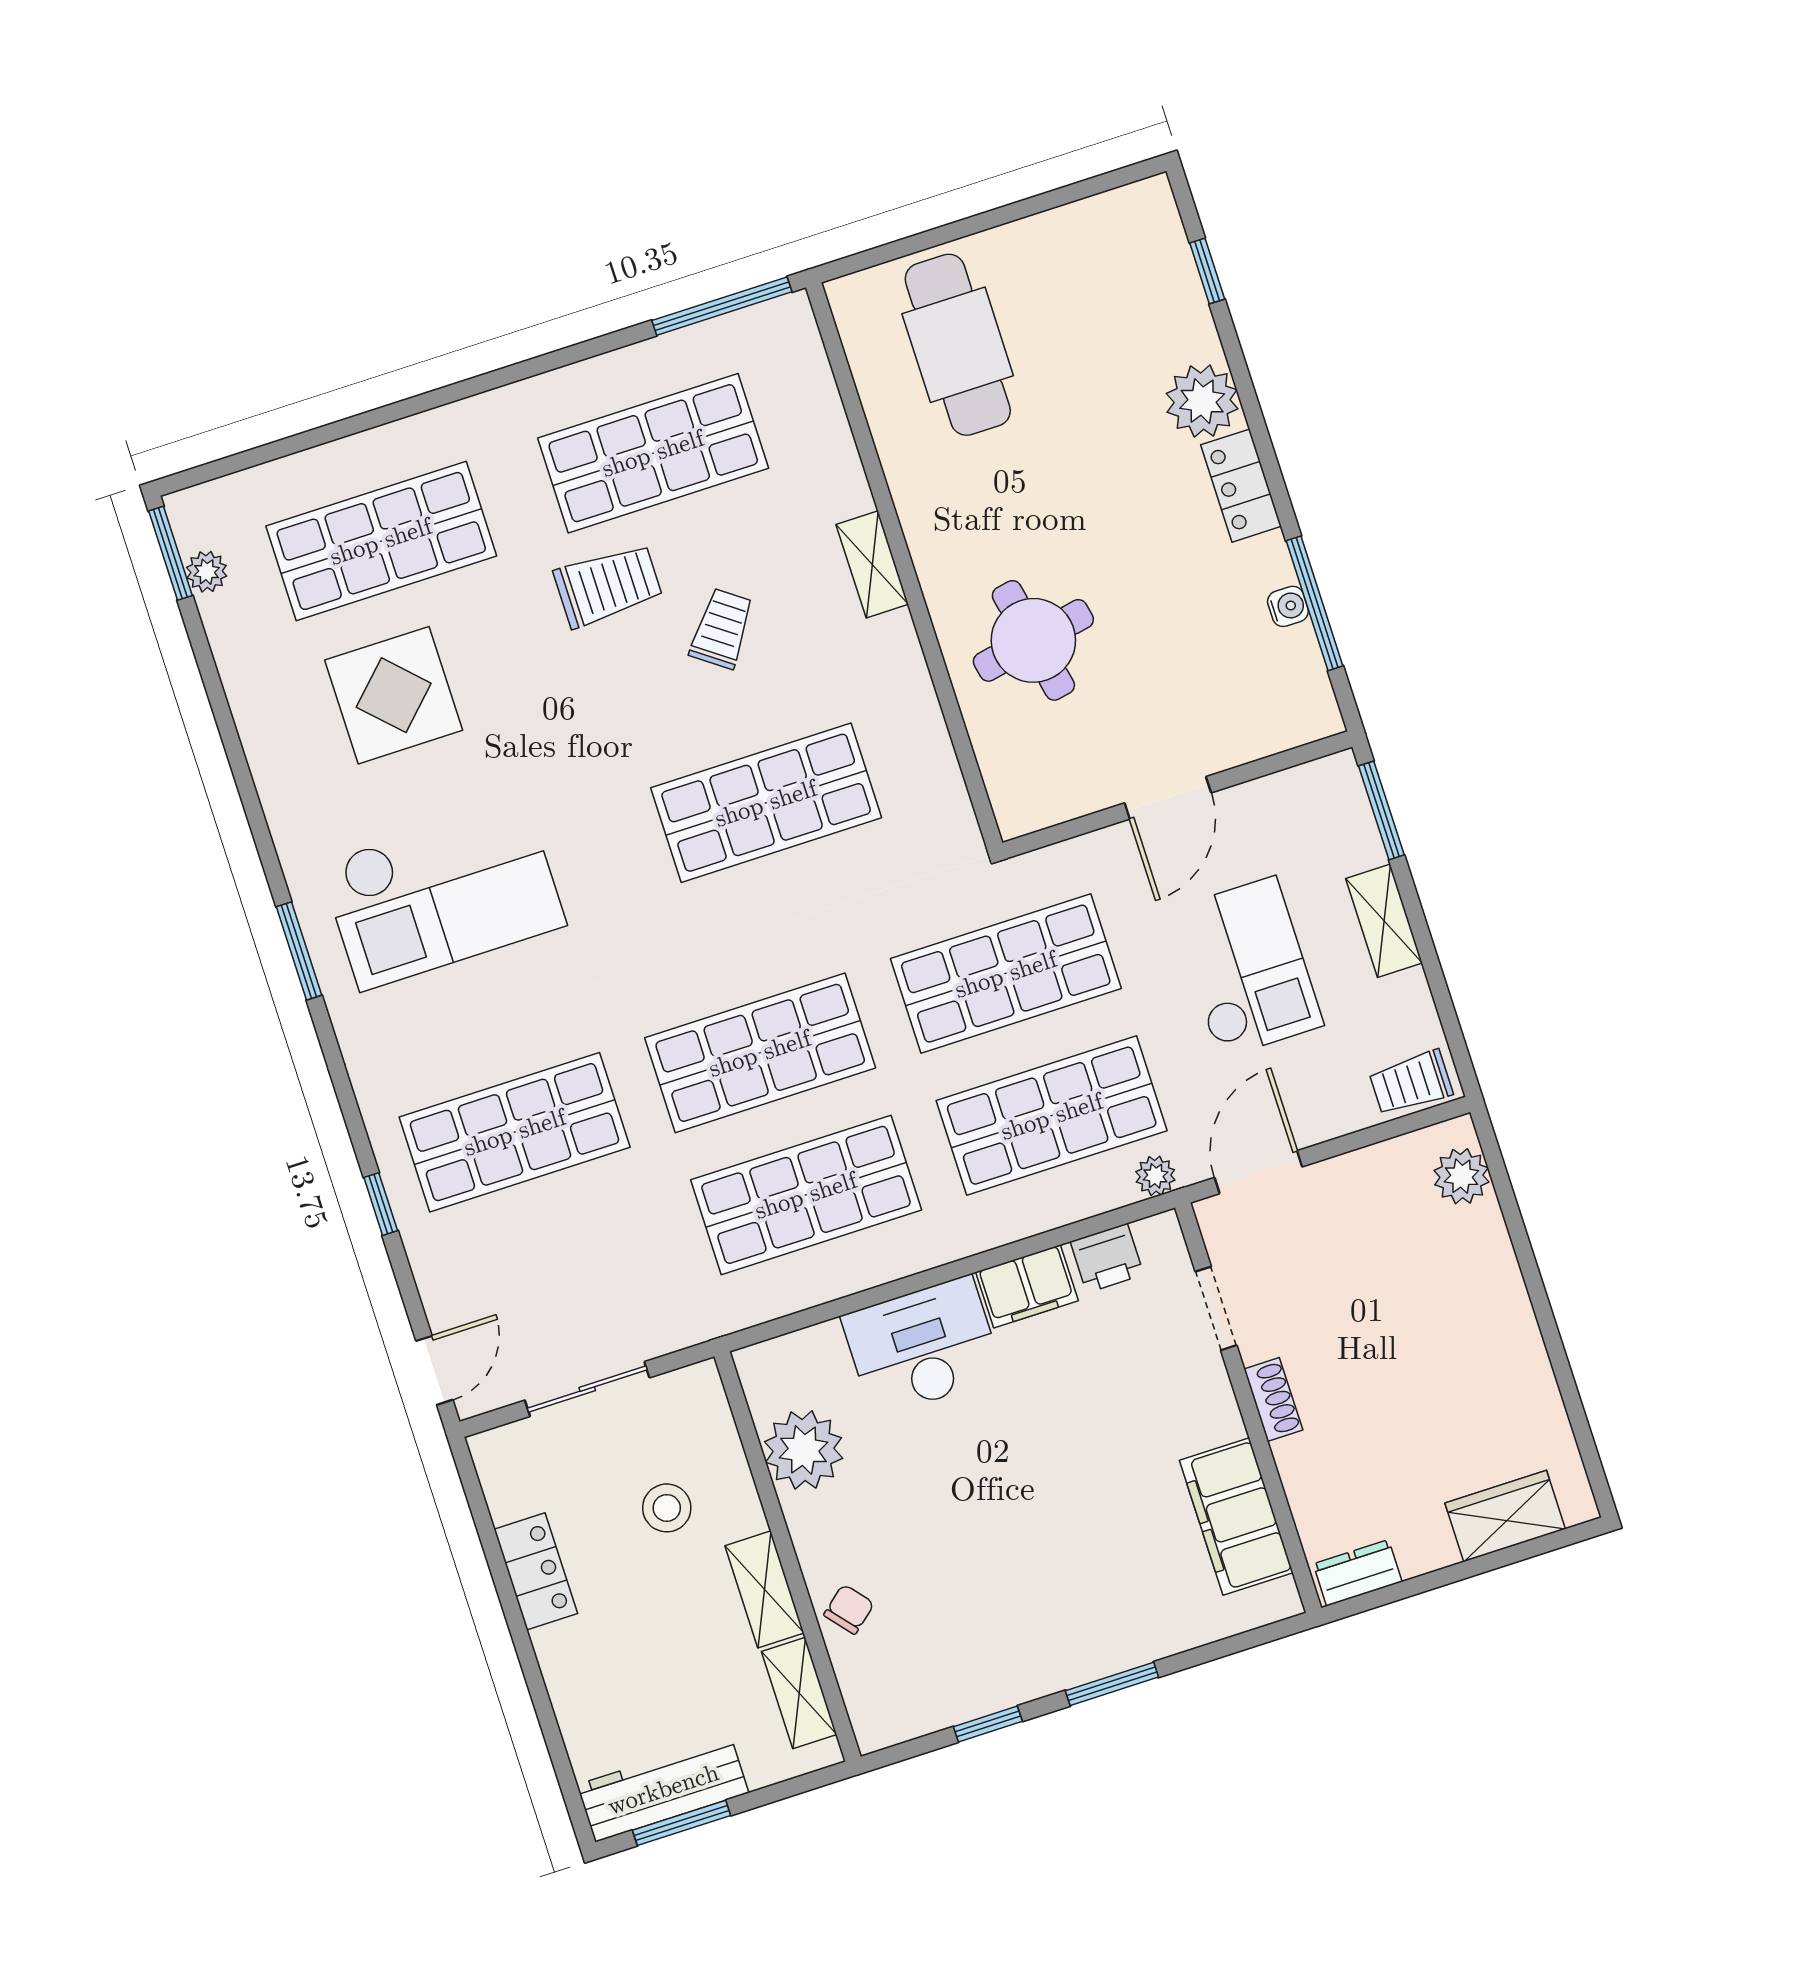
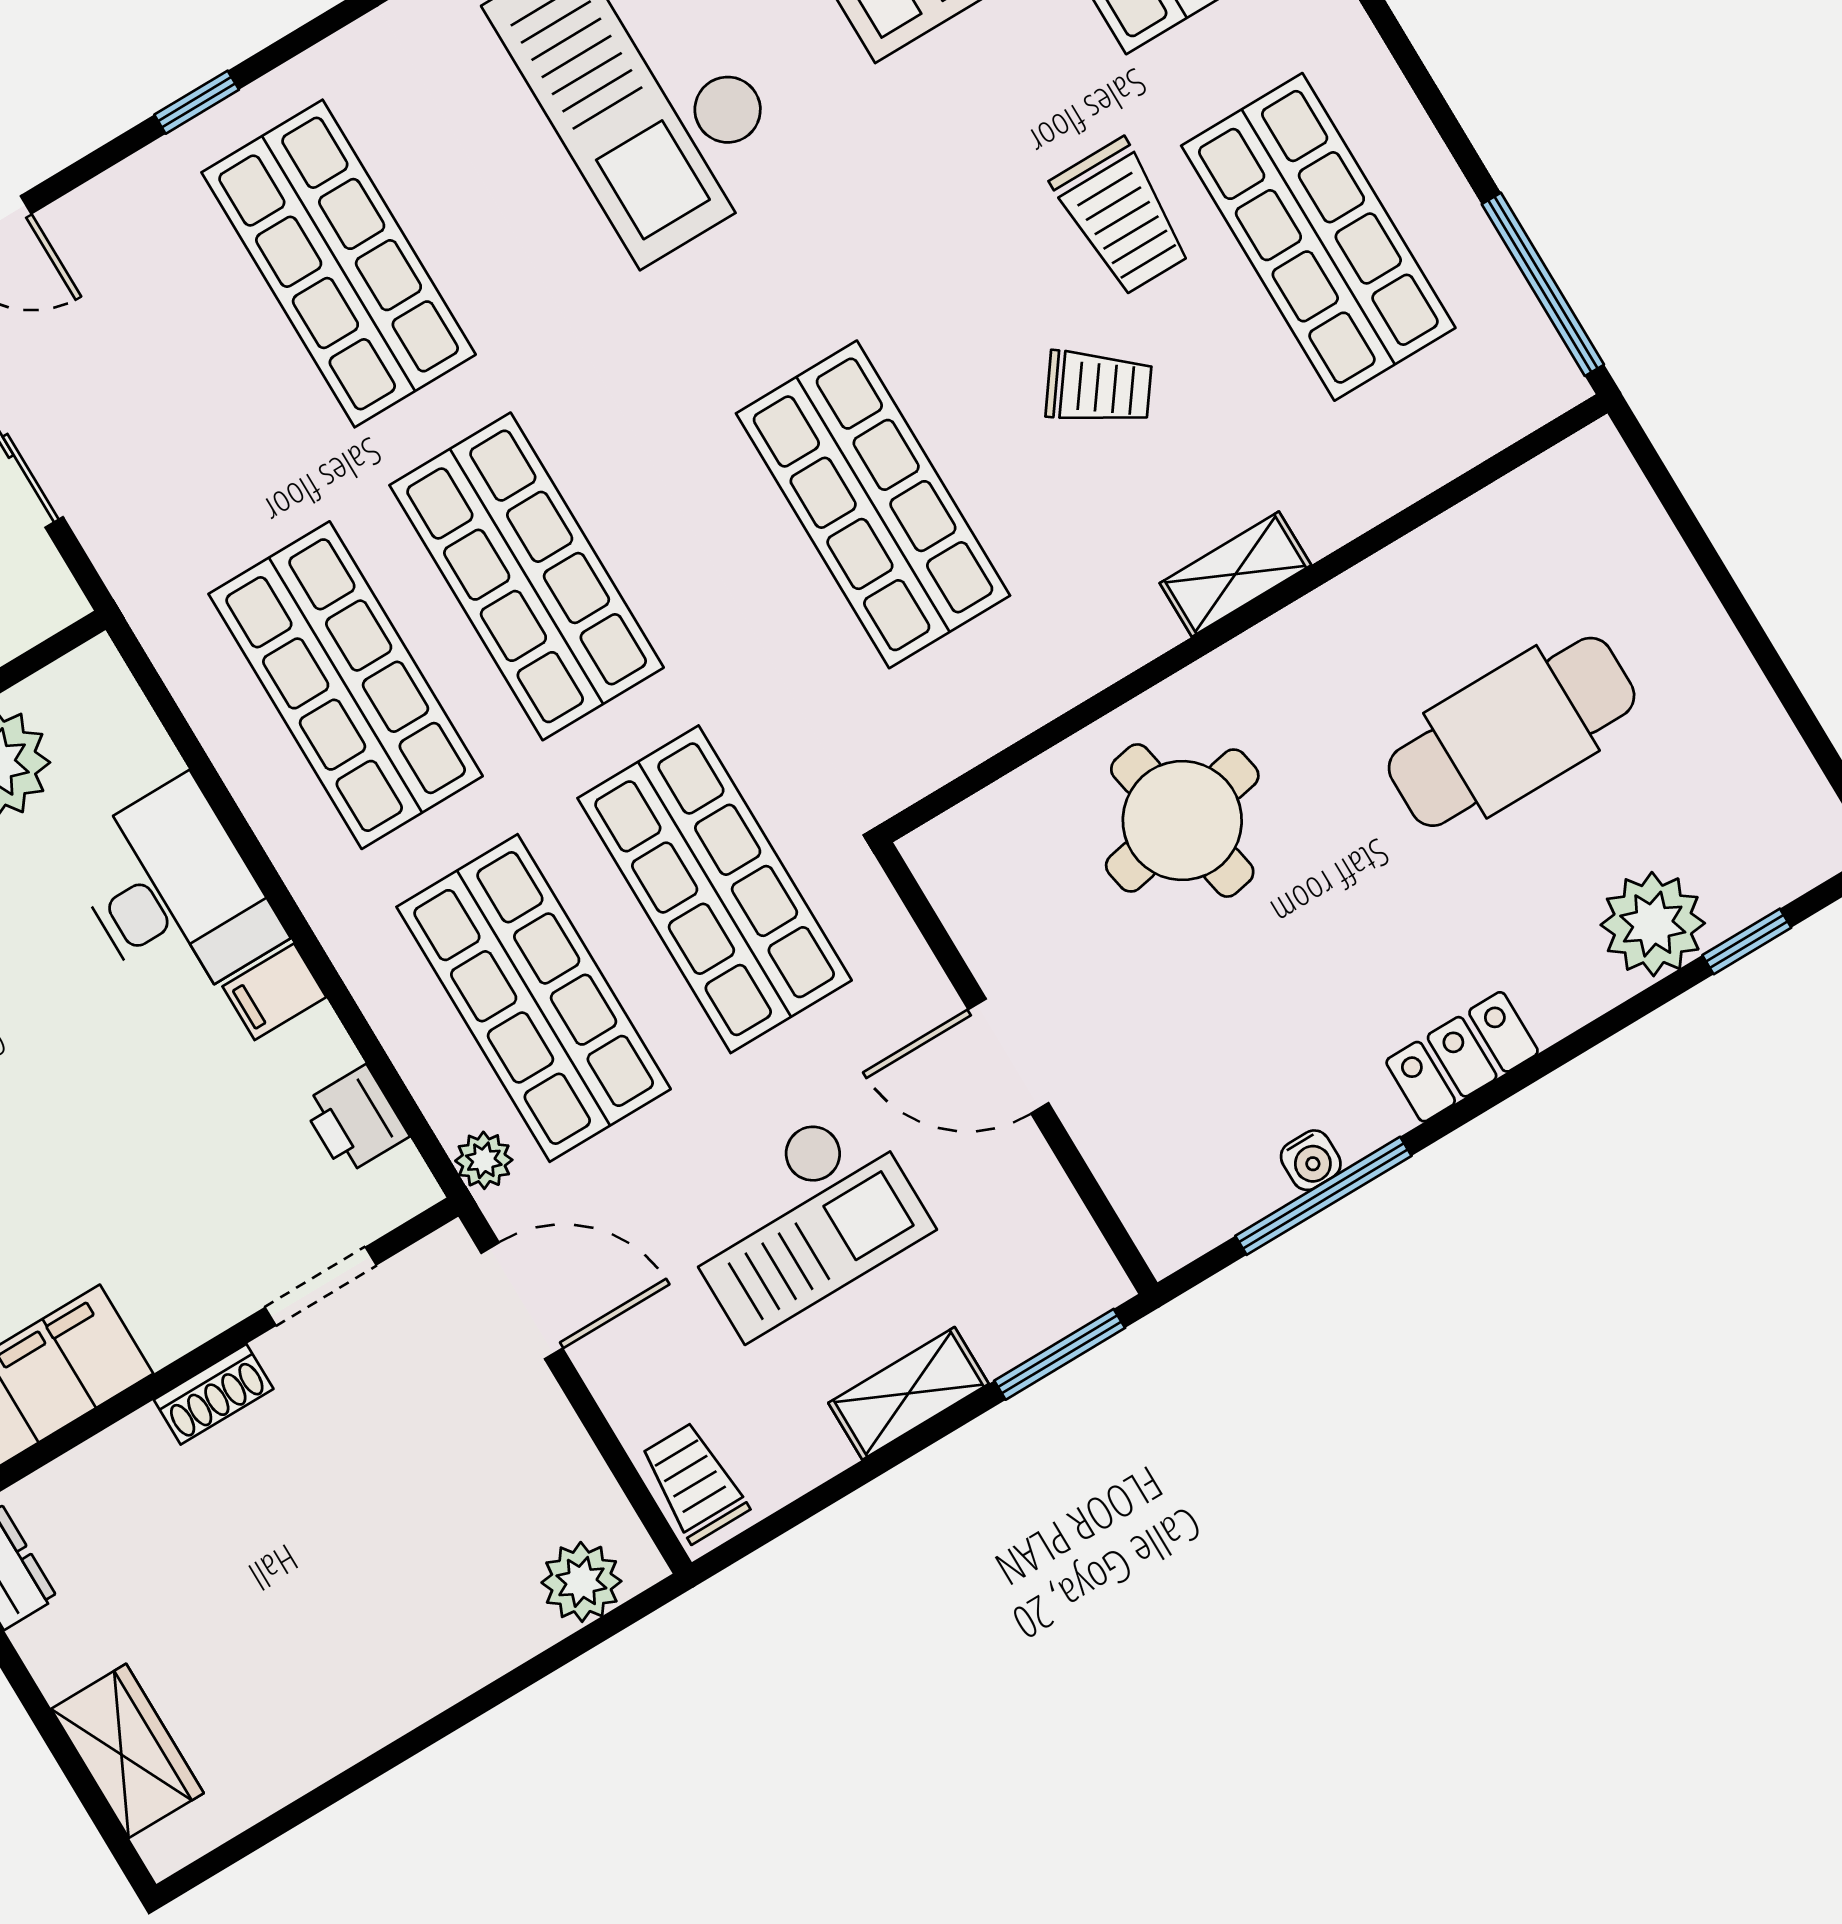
cafe table: (958, 345) -> (1512, 732), moved
plant: (1202, 401) -> (1653, 924), moved
filing cabinet: (1027, 1286) -> (274, 992), width x0.50

